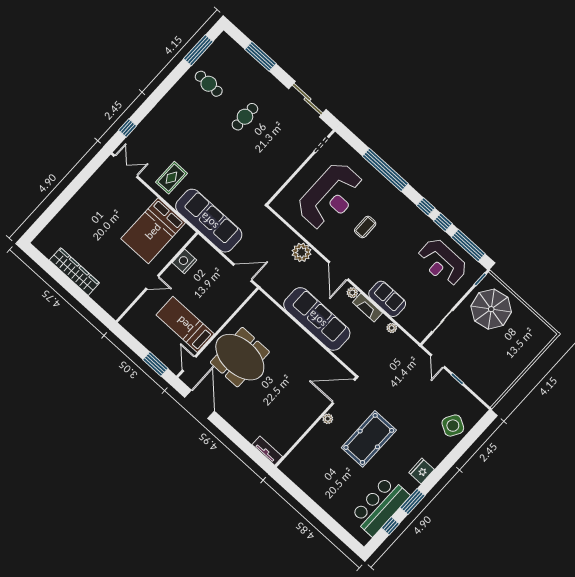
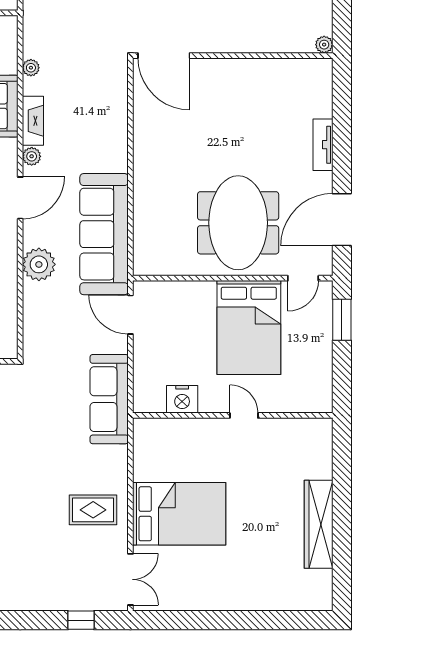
double door: (126, 166) -> (130, 579), swing flipped
sofa: (209, 221) -> (109, 399), width x0.74, depth x0.79
bed: (153, 231) -> (179, 514), moved
sofa: (317, 319) -> (104, 234), moved
bed: (185, 324) -> (249, 328), width x1.50
plant: (328, 419) -> (324, 45), moved
tv unit: (267, 451) -> (323, 145), moved

